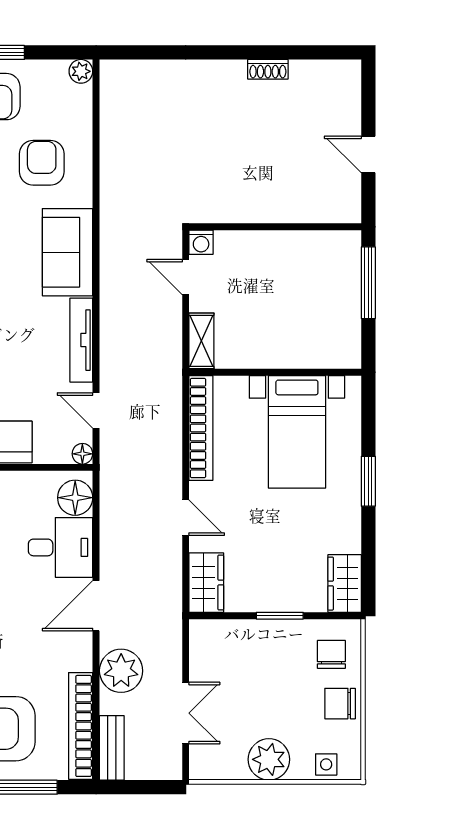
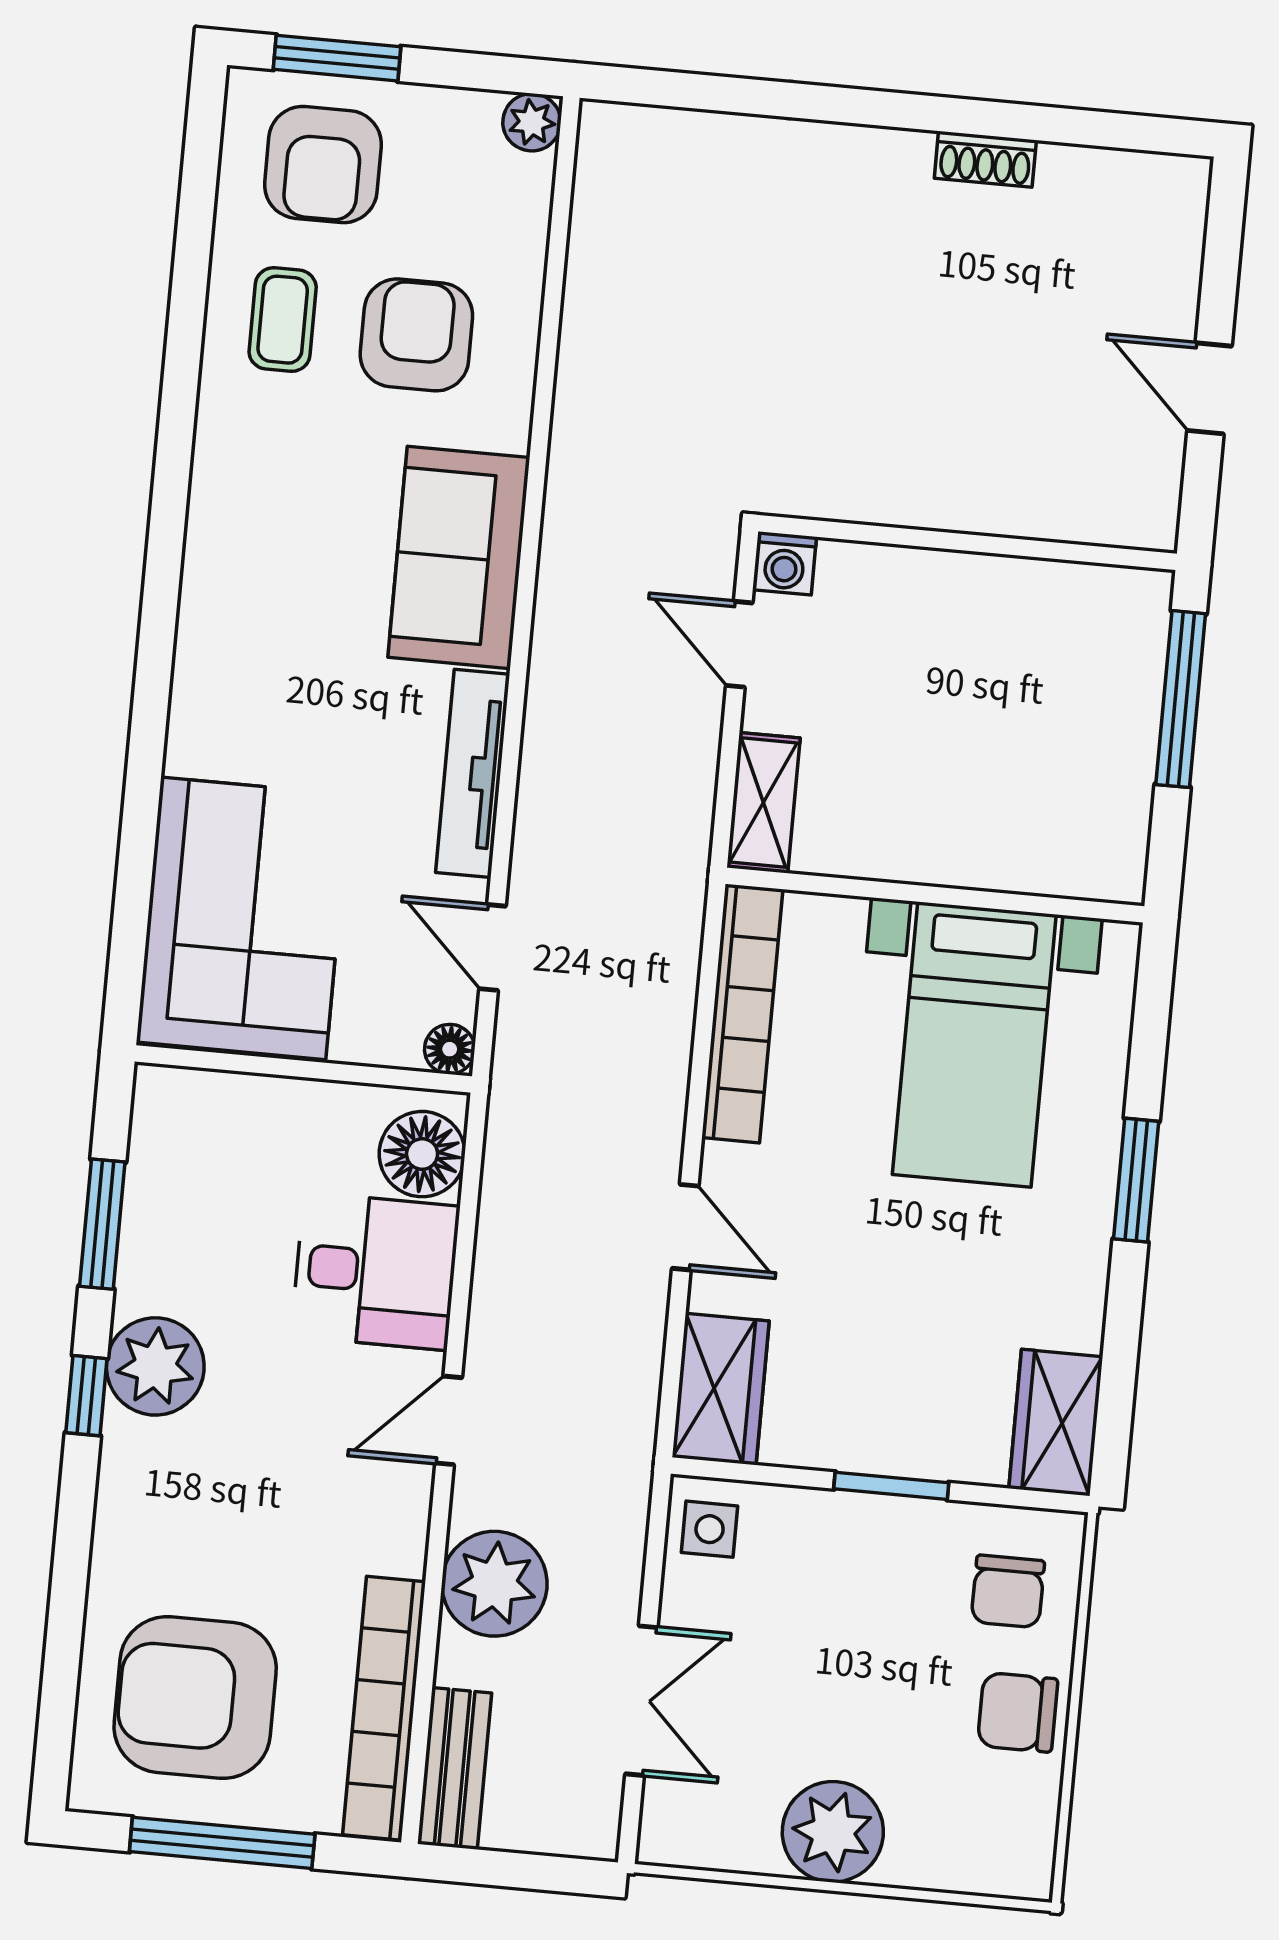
door: (96, 606) -> (449, 1420), width x0.73
chair: (331, 654) -> (1008, 1591), turned 180
side table: (326, 764) -> (710, 1529), moved

